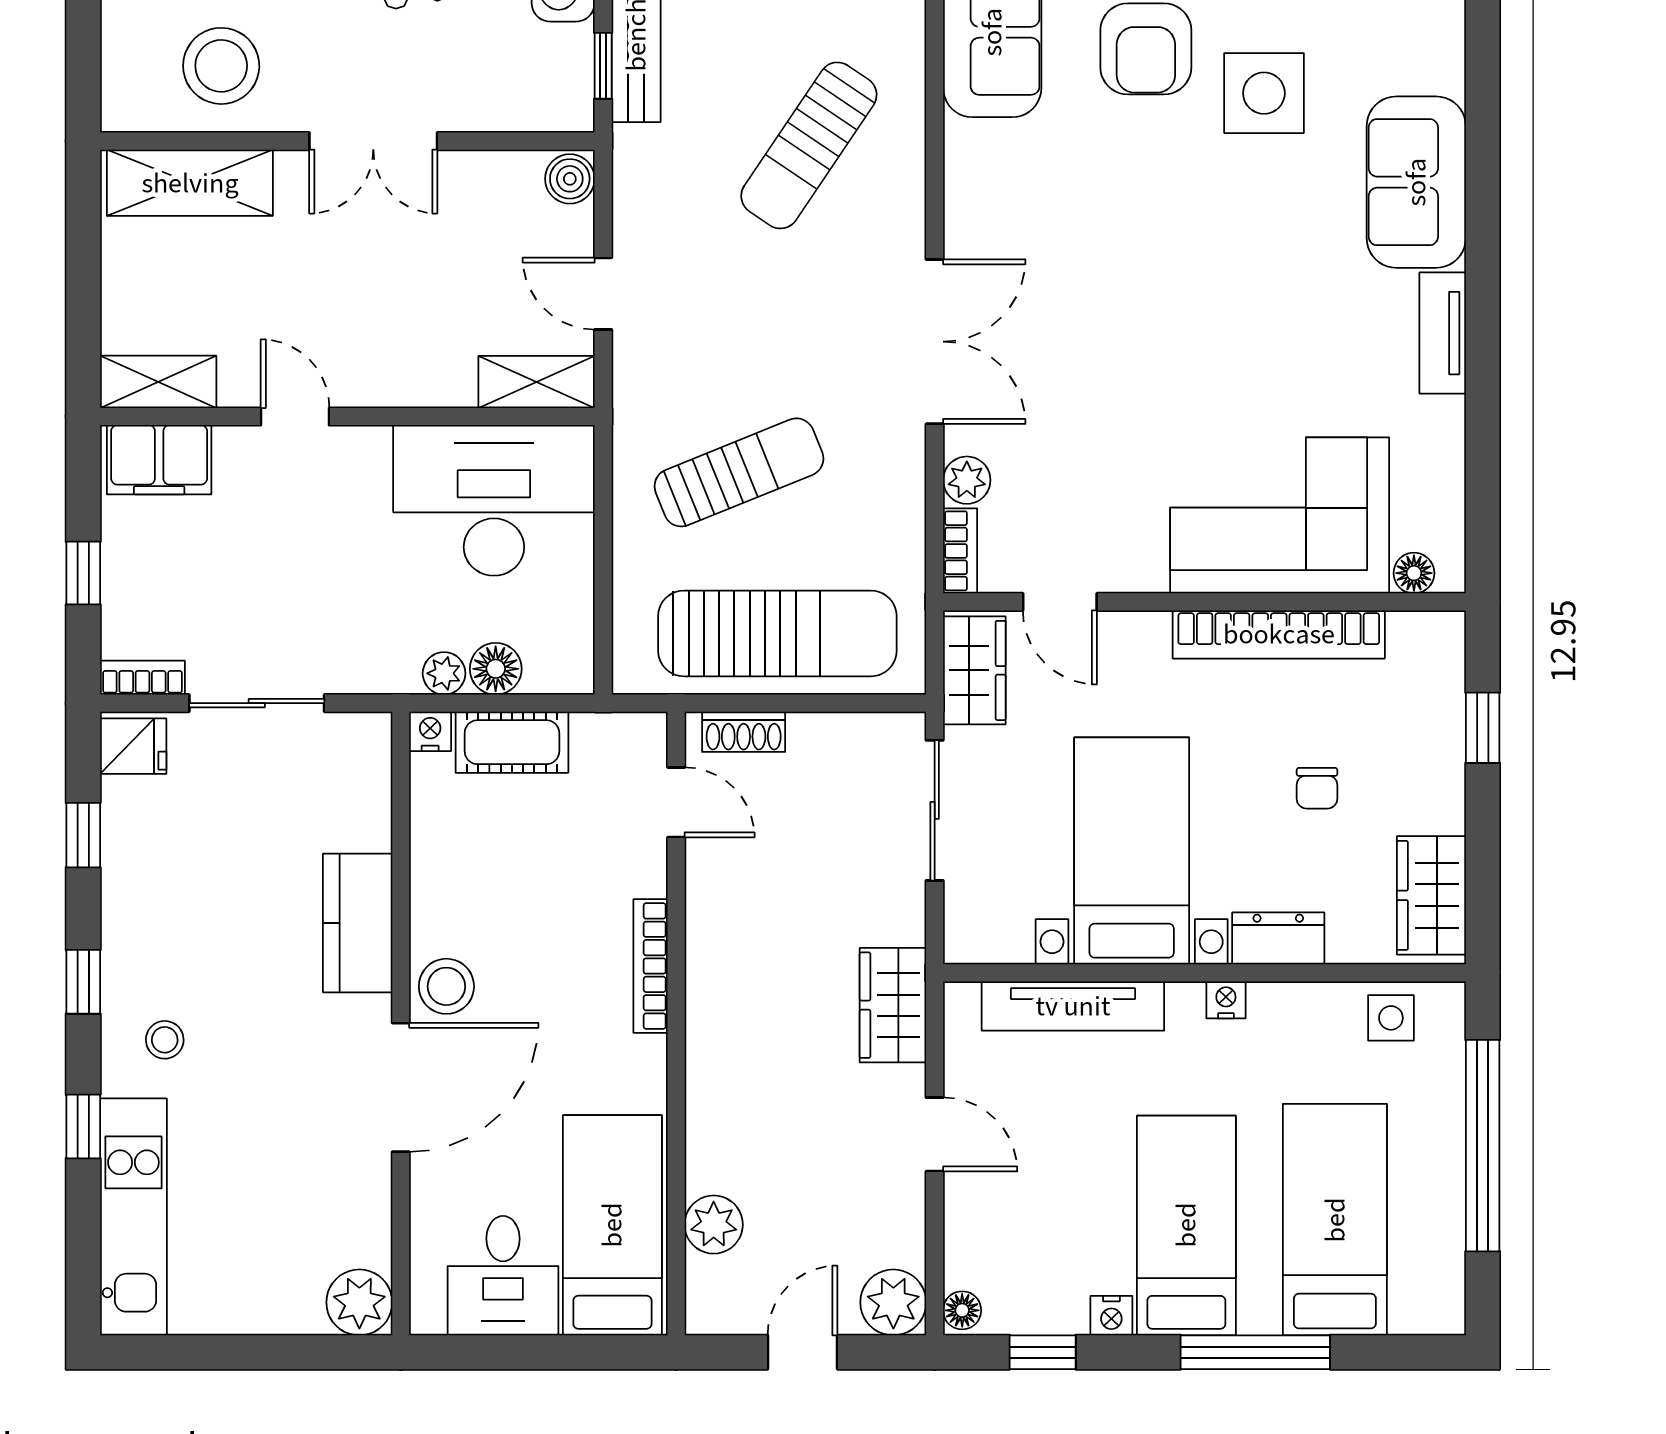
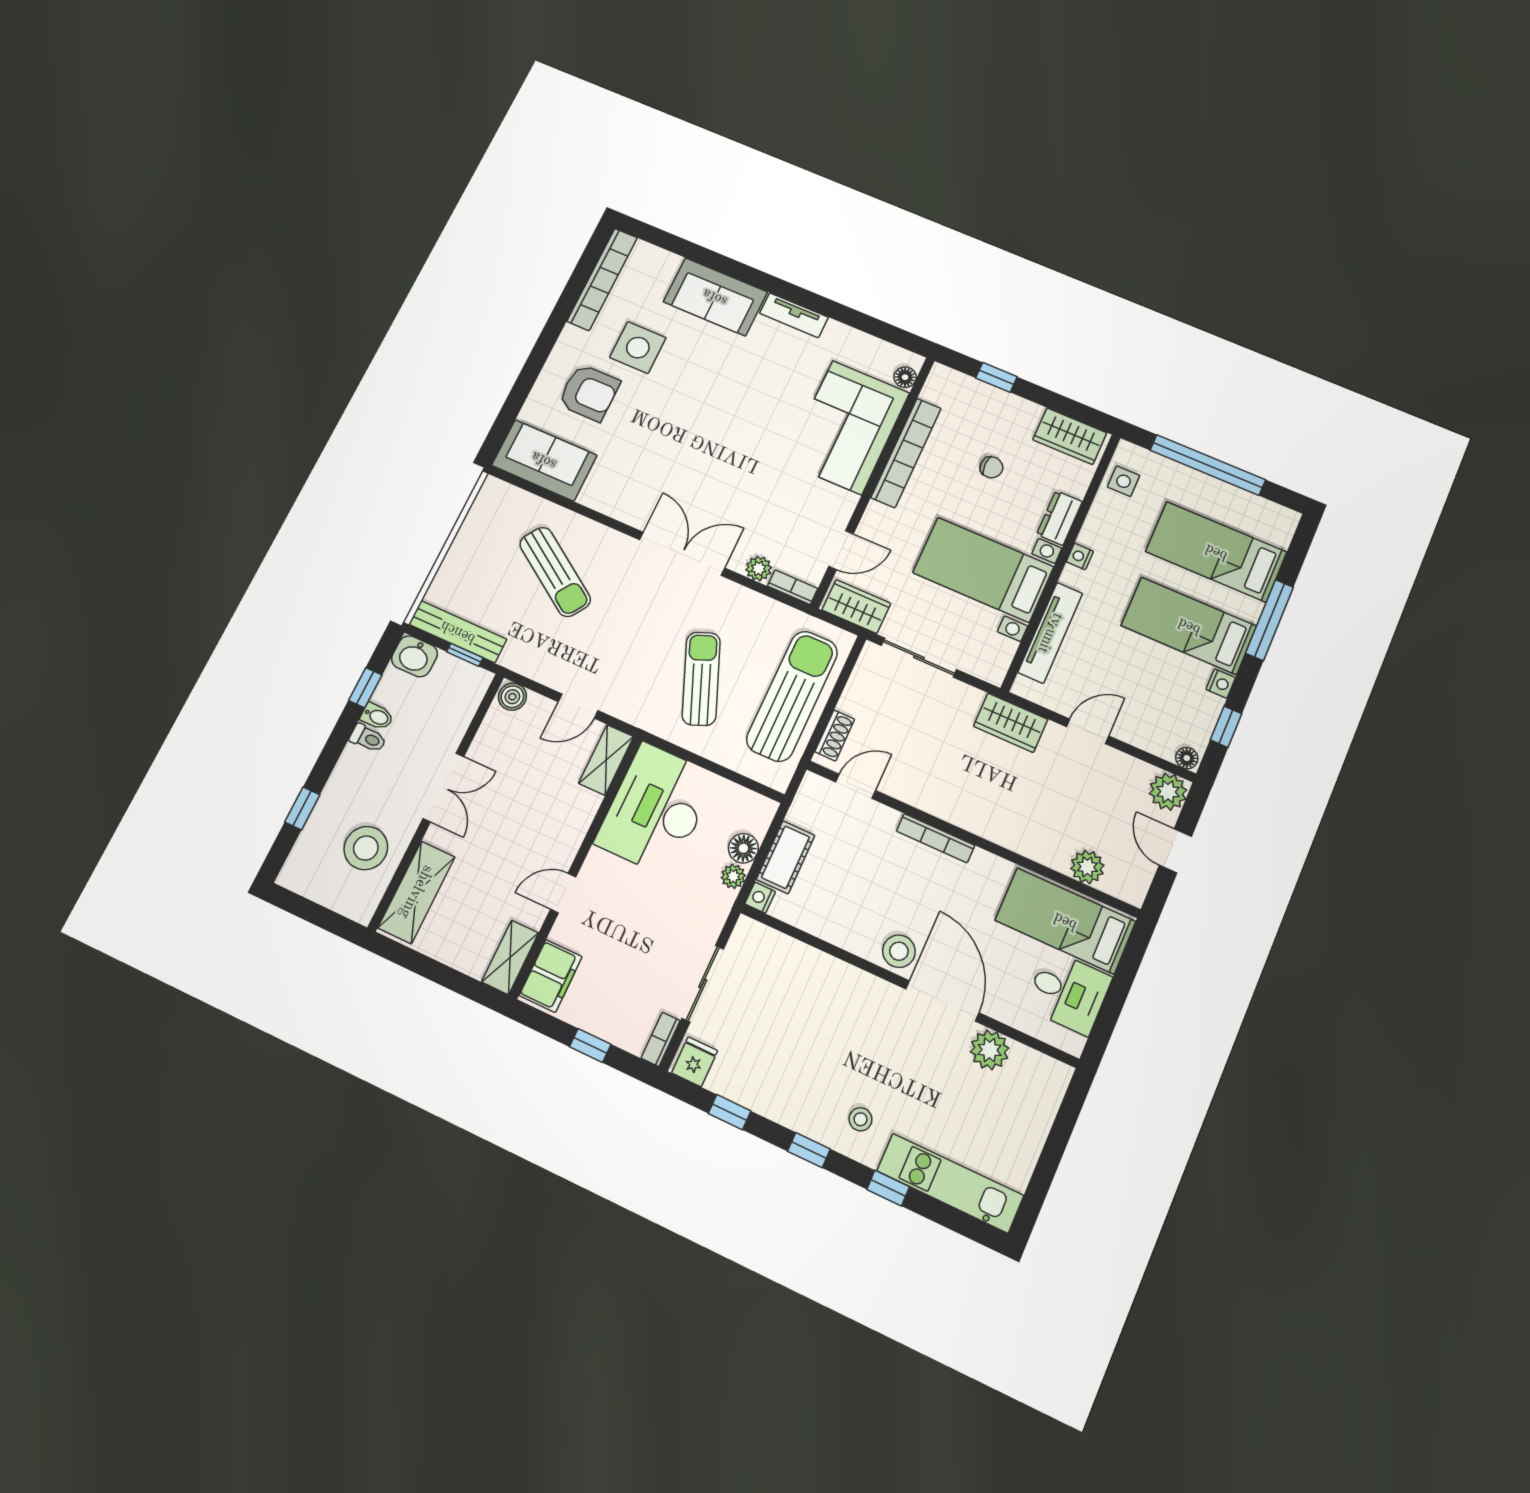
kitchen counter: (358, 923) -> (844, 983), removed
plant: (359, 1302) -> (990, 1050), moved

